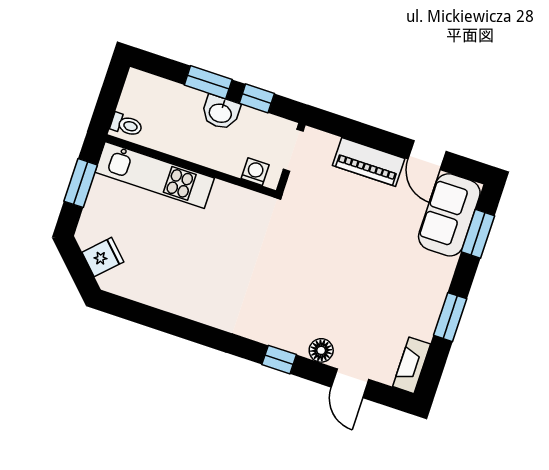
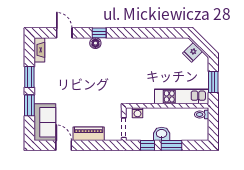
window: (478, 234) -> (29, 105), moved
floor lamp: (321, 350) -> (95, 43), moved

